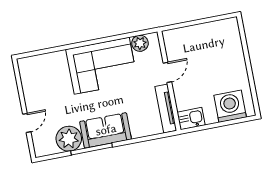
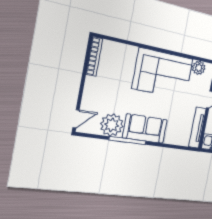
bookcase: (25, 77) -> (94, 57), added
door: (27, 123) -> (76, 119), moved

